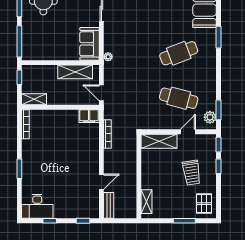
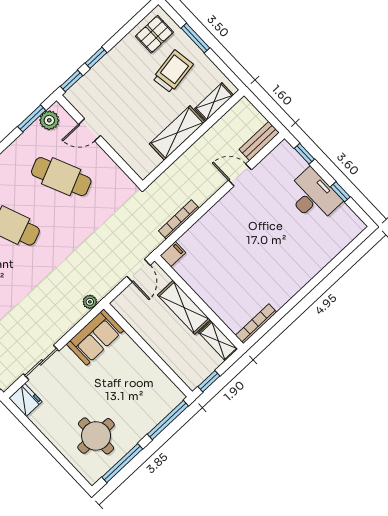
shelving: (75, 72) -> (184, 307), moved
cafe table: (179, 98) -> (61, 177), turned -39
filing cabinet: (89, 116) -> (173, 254), width x0.50
shelving: (159, 141) -> (177, 133), moved, turned 90
window: (19, 169) -> (314, 283), removed
trolley: (192, 173) -> (173, 71), moved
desk: (37, 206) -> (313, 196), moved

